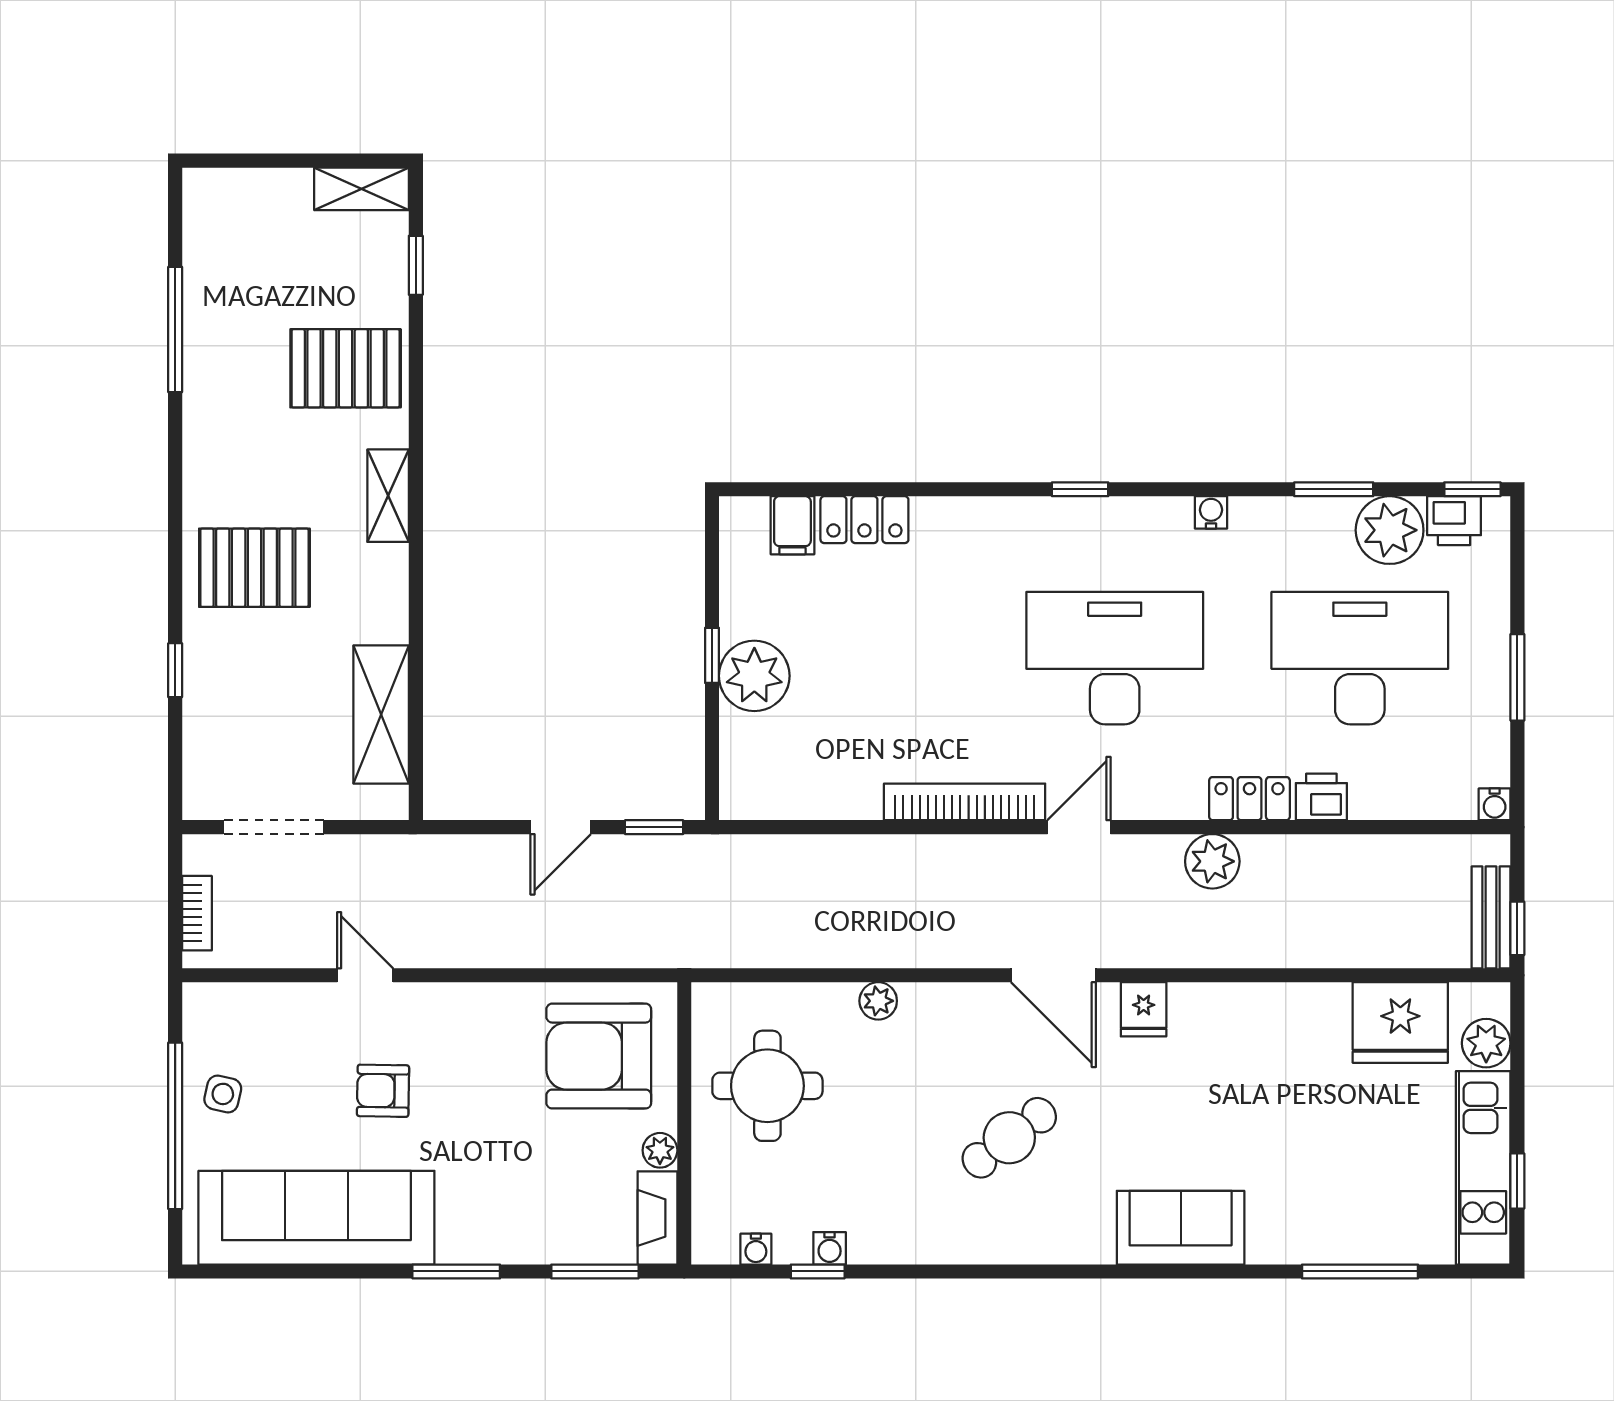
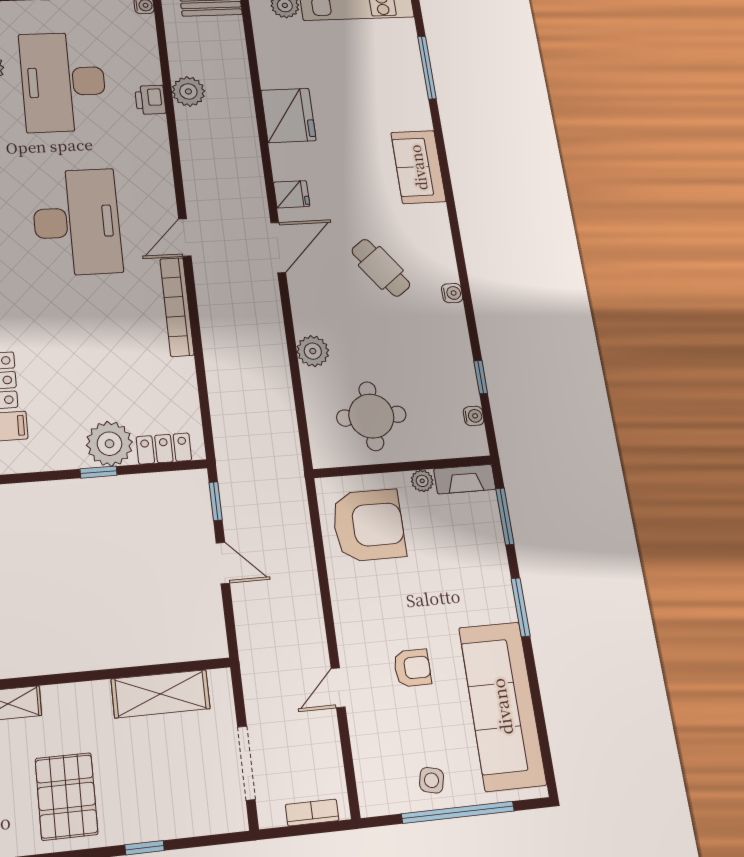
desk: (1115, 658) -> (77, 222), turned 180
locker: (1249, 799) -> (164, 449), moved, turned 90
door: (1079, 827) -> (185, 238), hinge flipped
plant: (1212, 861) -> (188, 91), moved
plant: (878, 1001) -> (313, 351), width x1.38, depth x1.38
fridge: (1400, 1023) -> (288, 115), moved
armchair: (599, 1056) -> (368, 525), turned -90
armchair: (383, 1091) -> (412, 668), turned -91
water cooler: (830, 1248) -> (452, 293), moved

